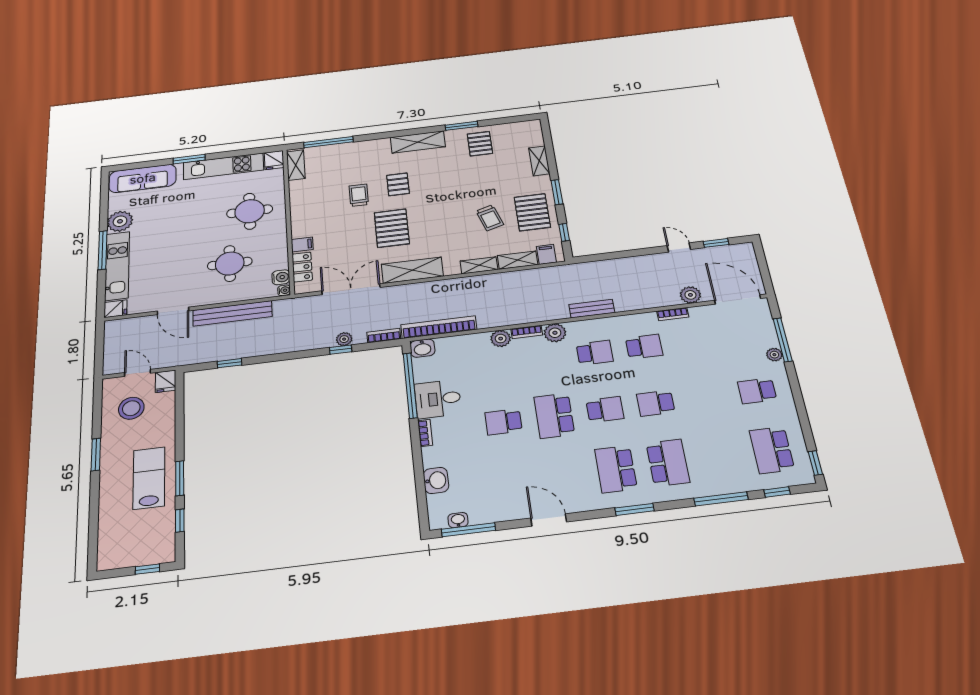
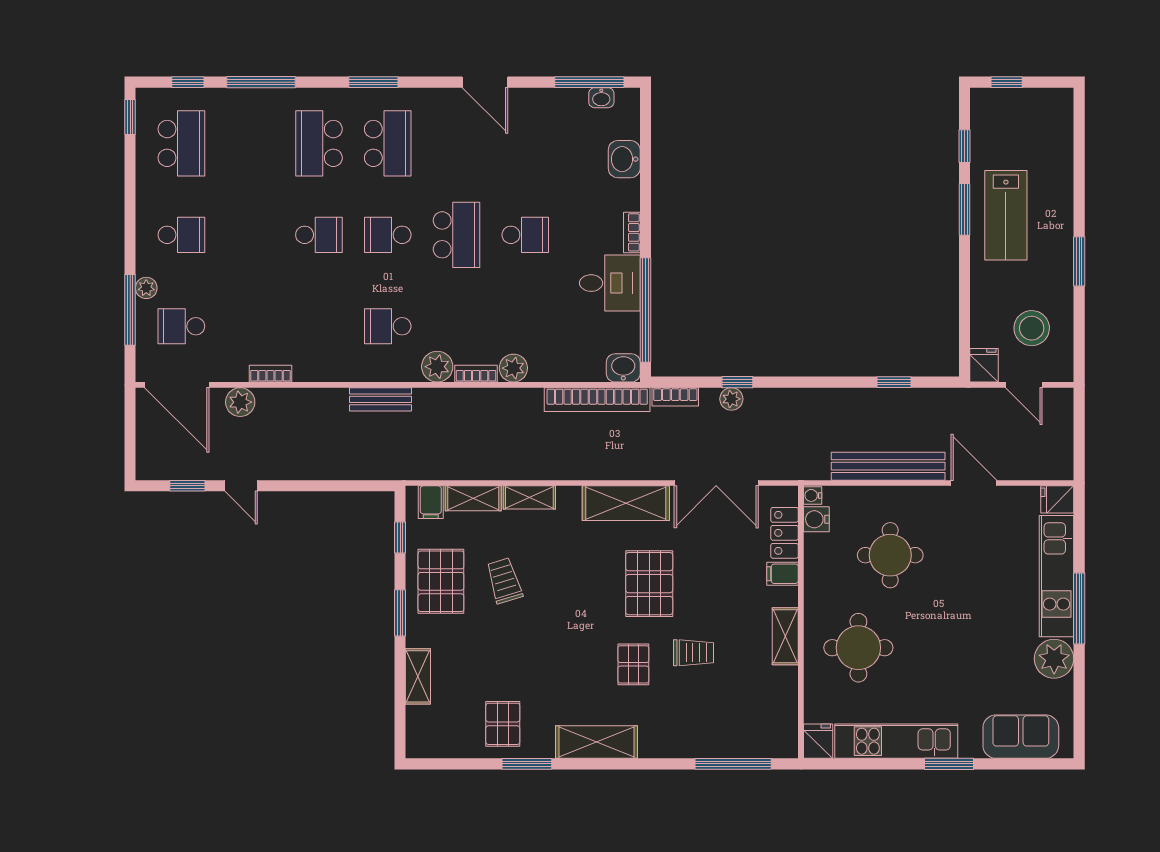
shelving: (296, 165) -> (785, 636), moved
sofa: (143, 178) -> (1021, 737), width x0.73
trolley: (359, 195) -> (694, 653), turned -90
school desk: (644, 347) -> (181, 326), moved

